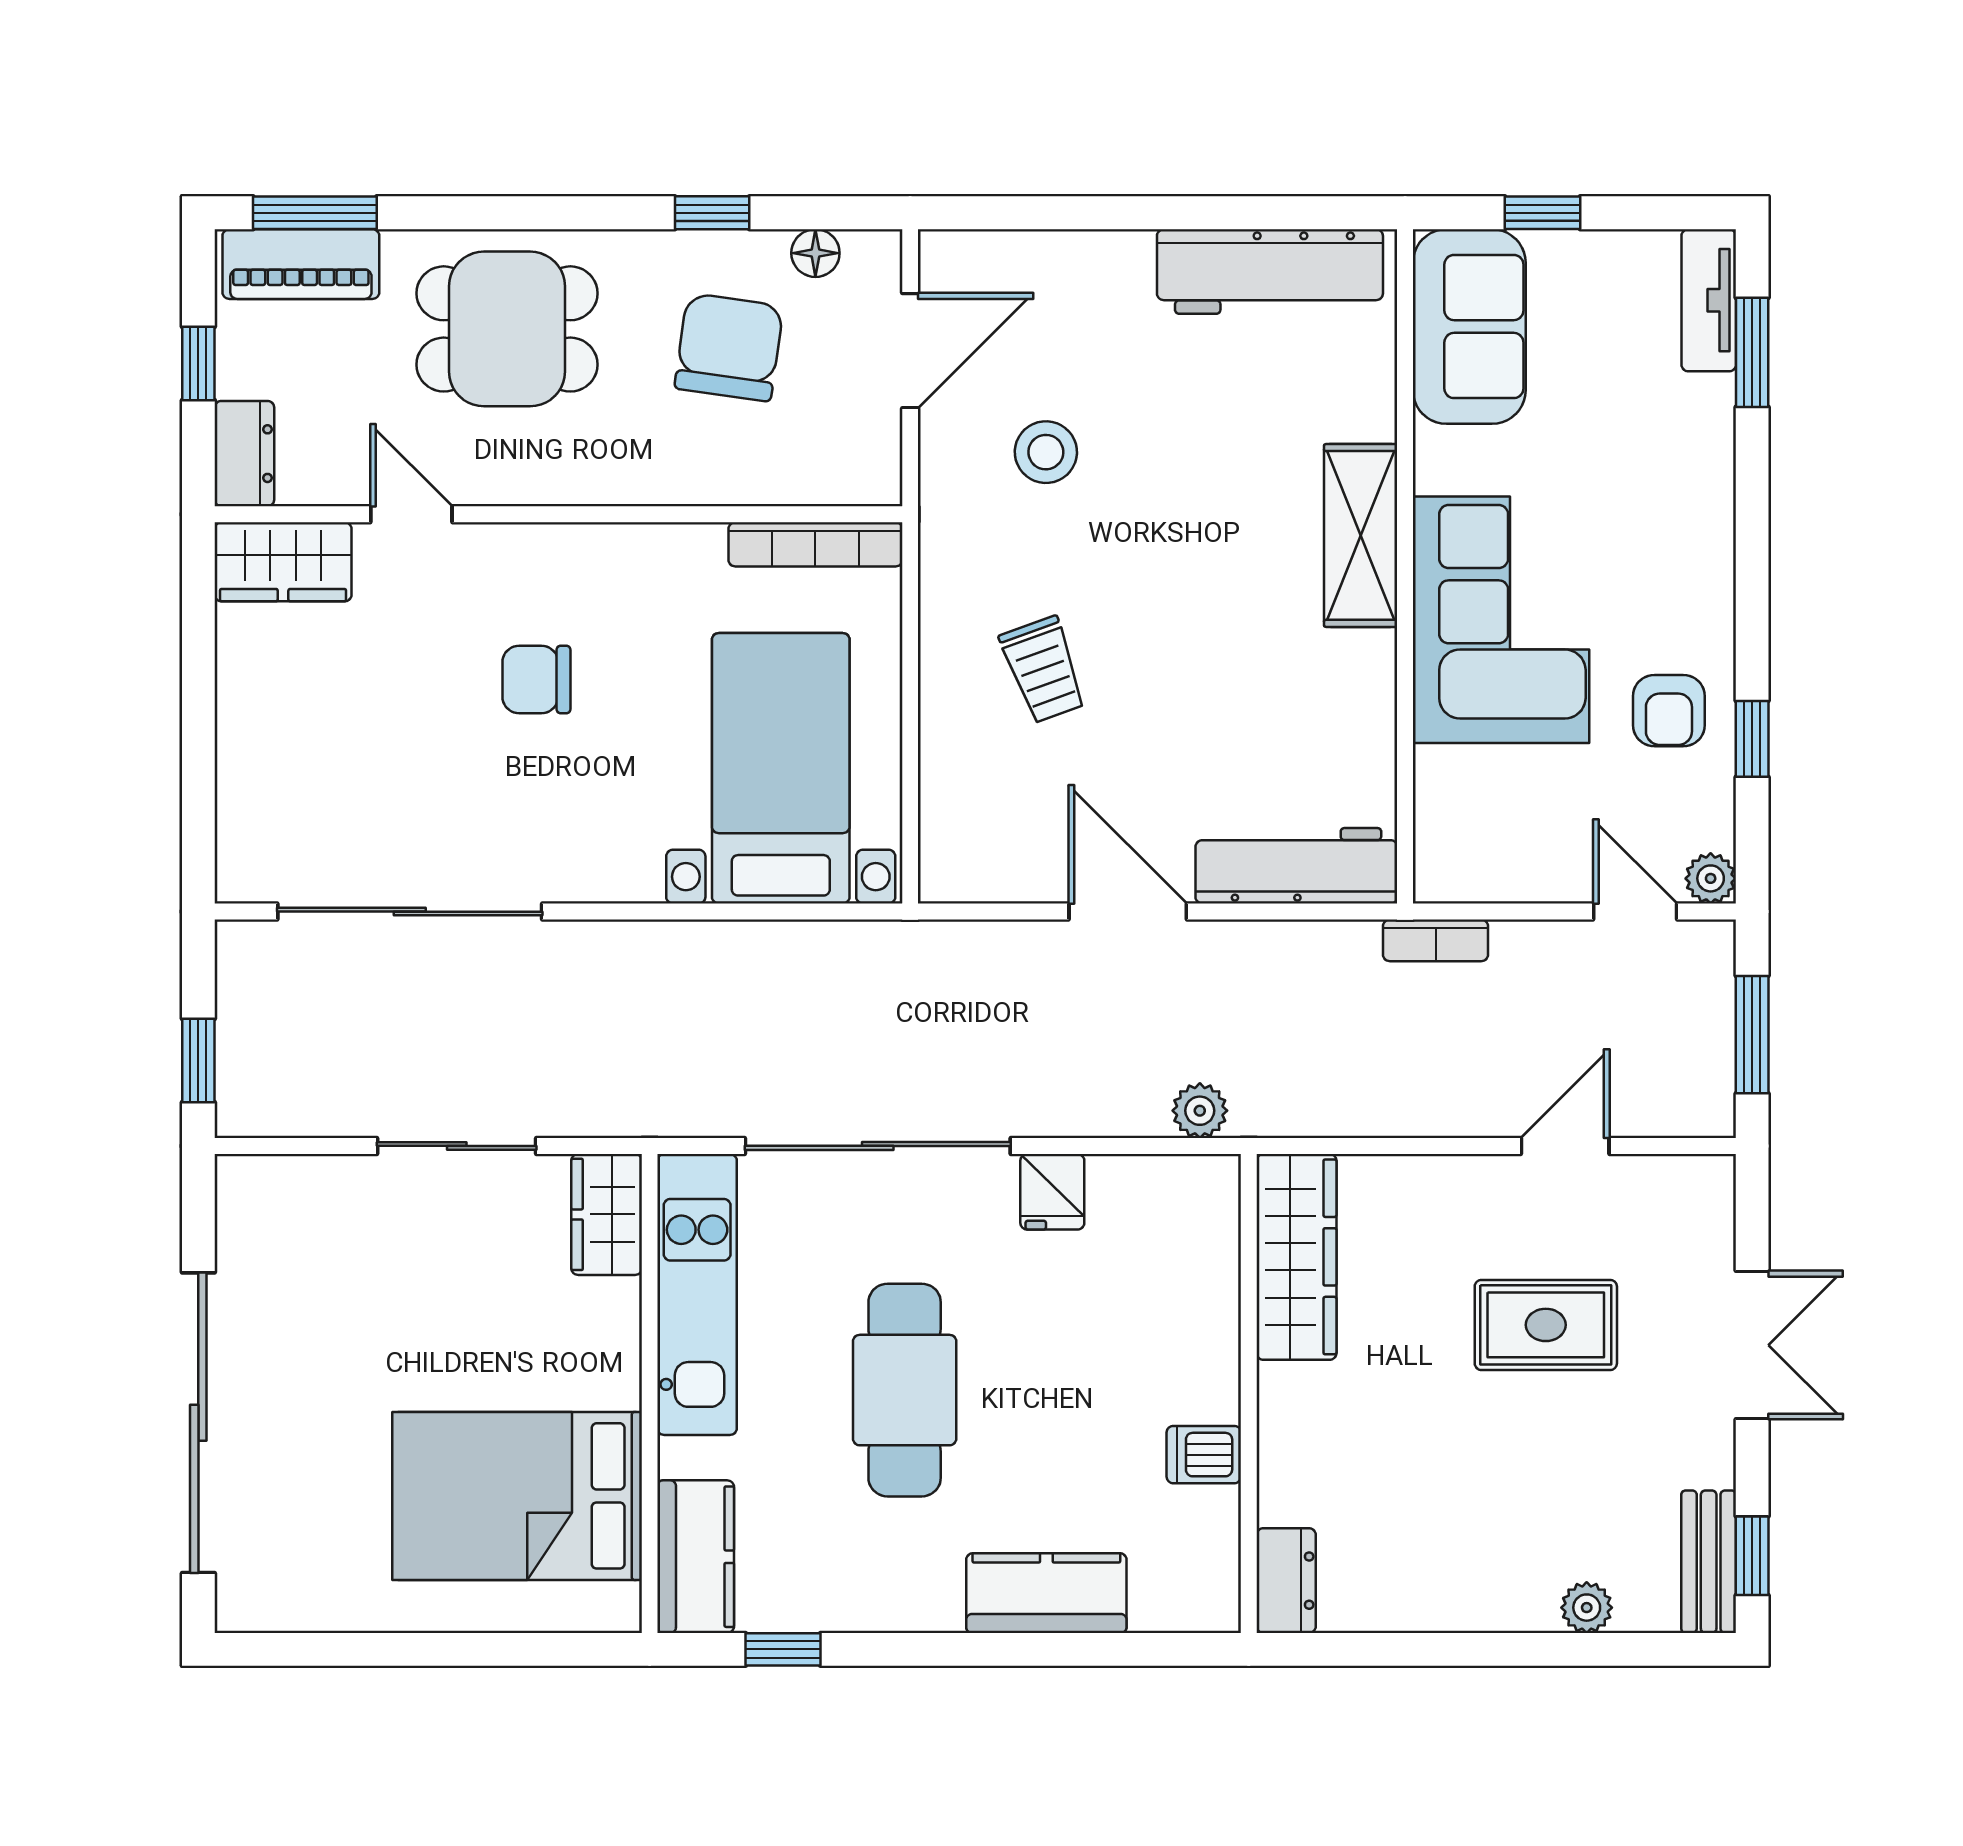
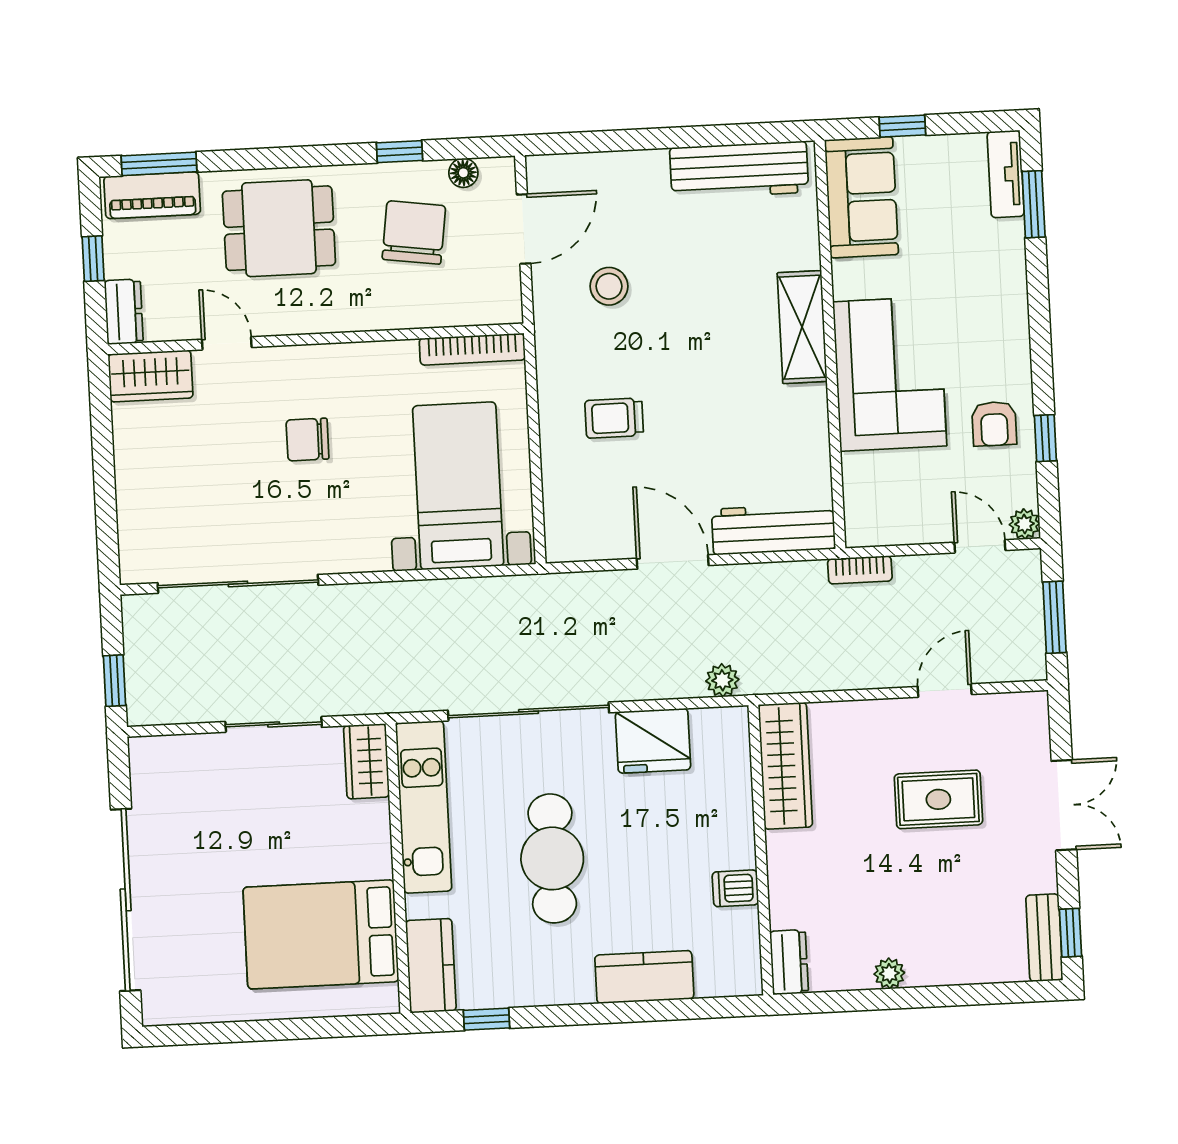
trolley: (1043, 670) -> (614, 418), turned 110
fridge: (1052, 1192) -> (653, 741), width x1.88, depth x1.34
plant: (1587, 1608) -> (889, 973), moved

